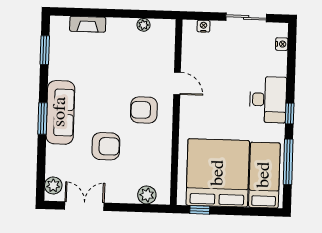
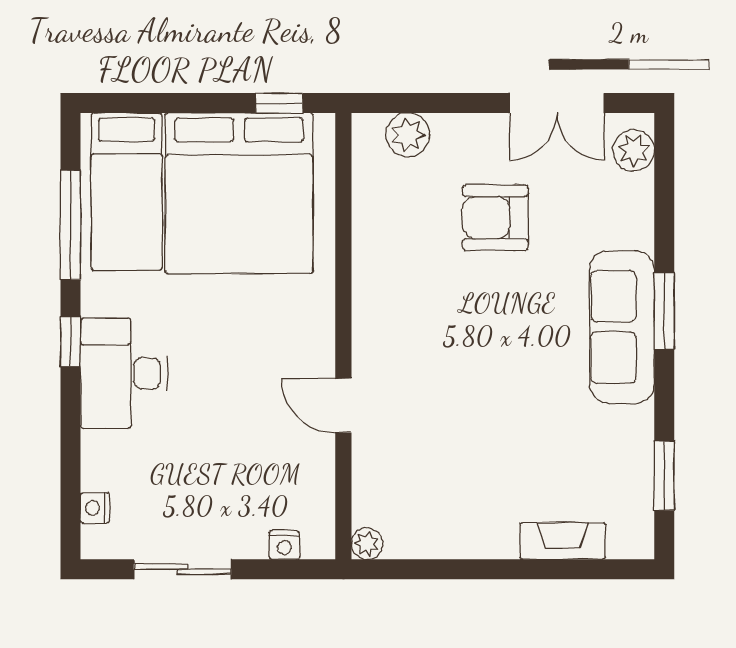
plant: (143, 25) -> (367, 544), moved
armchair: (144, 110) -> (421, 339), removed
armchair: (106, 146) -> (495, 218), moved

